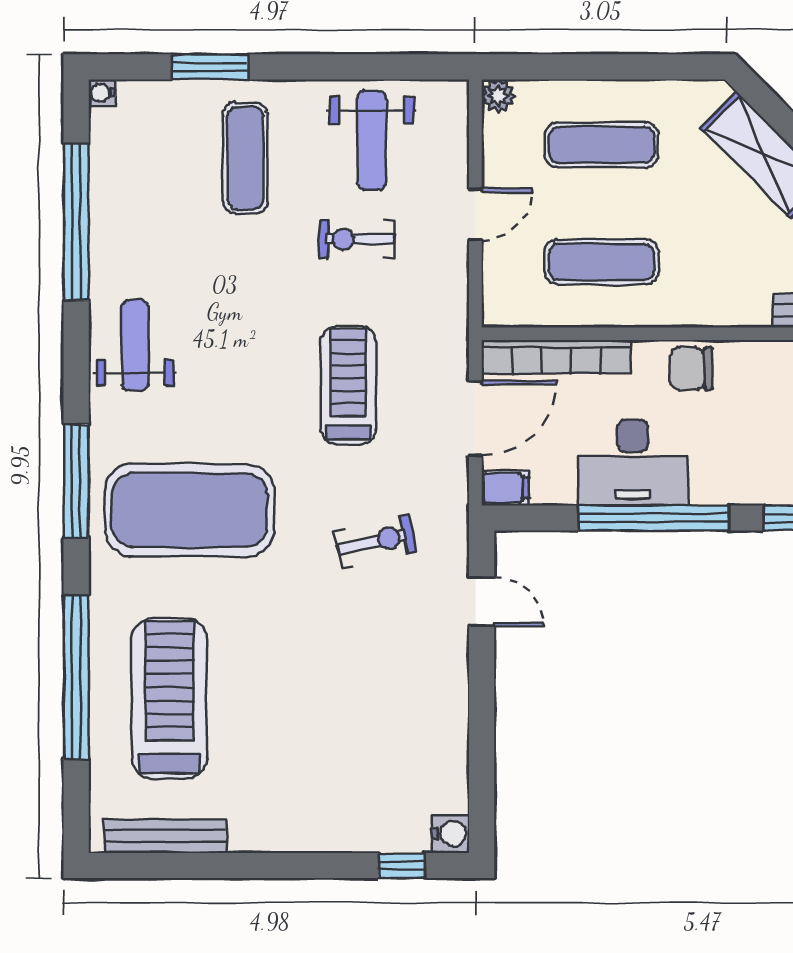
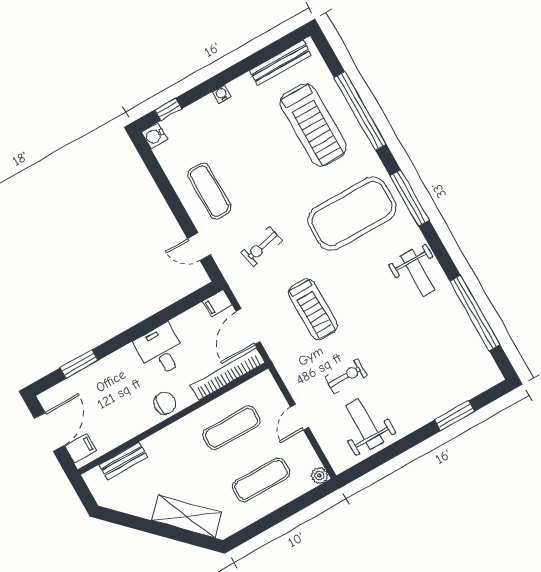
water cooler: (102, 93) -> (222, 94), moved, turned -90
exercise mat: (245, 158) -> (209, 191), moved
desk: (633, 462) -> (161, 350), width x0.73
window: (654, 518) -> (144, 327), removed

